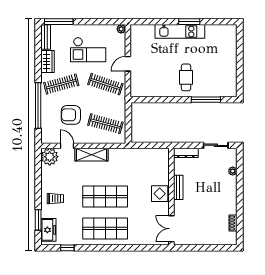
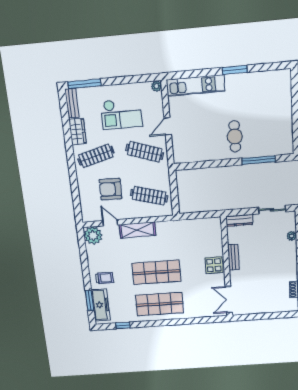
kitchen unit: (180, 31) -> (196, 85), moved
window: (38, 105) -> (74, 182), removed
freezer: (48, 230) -> (101, 305), width x1.40

